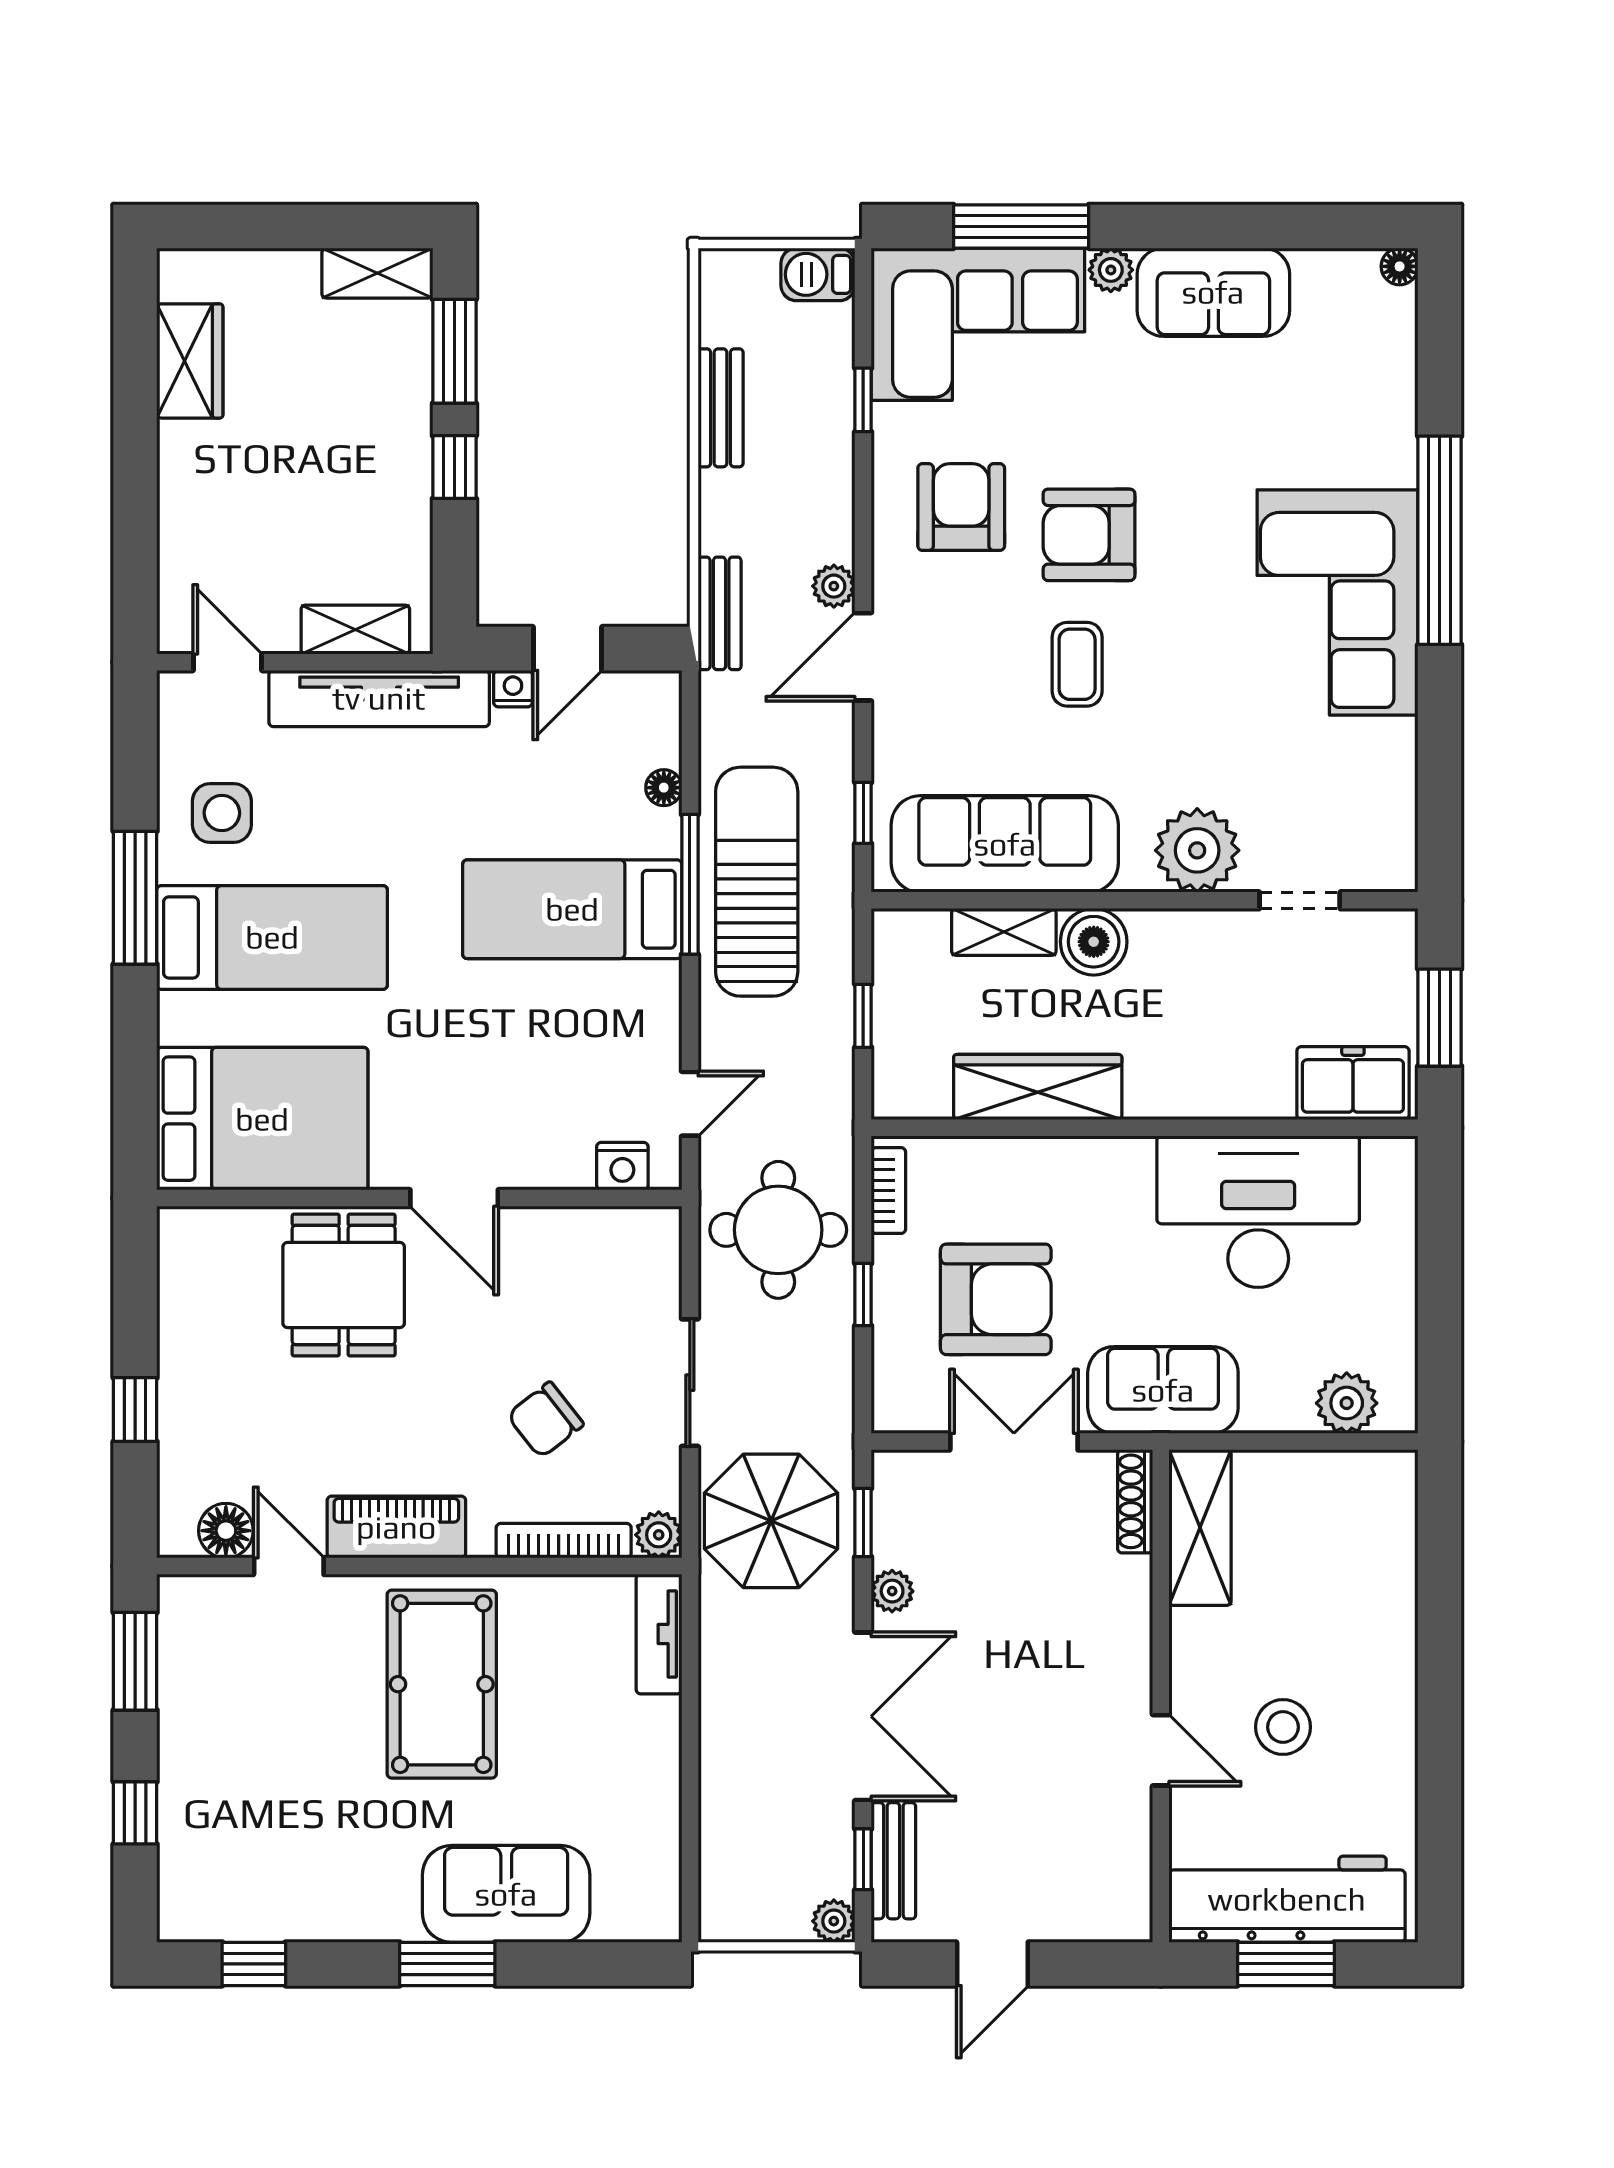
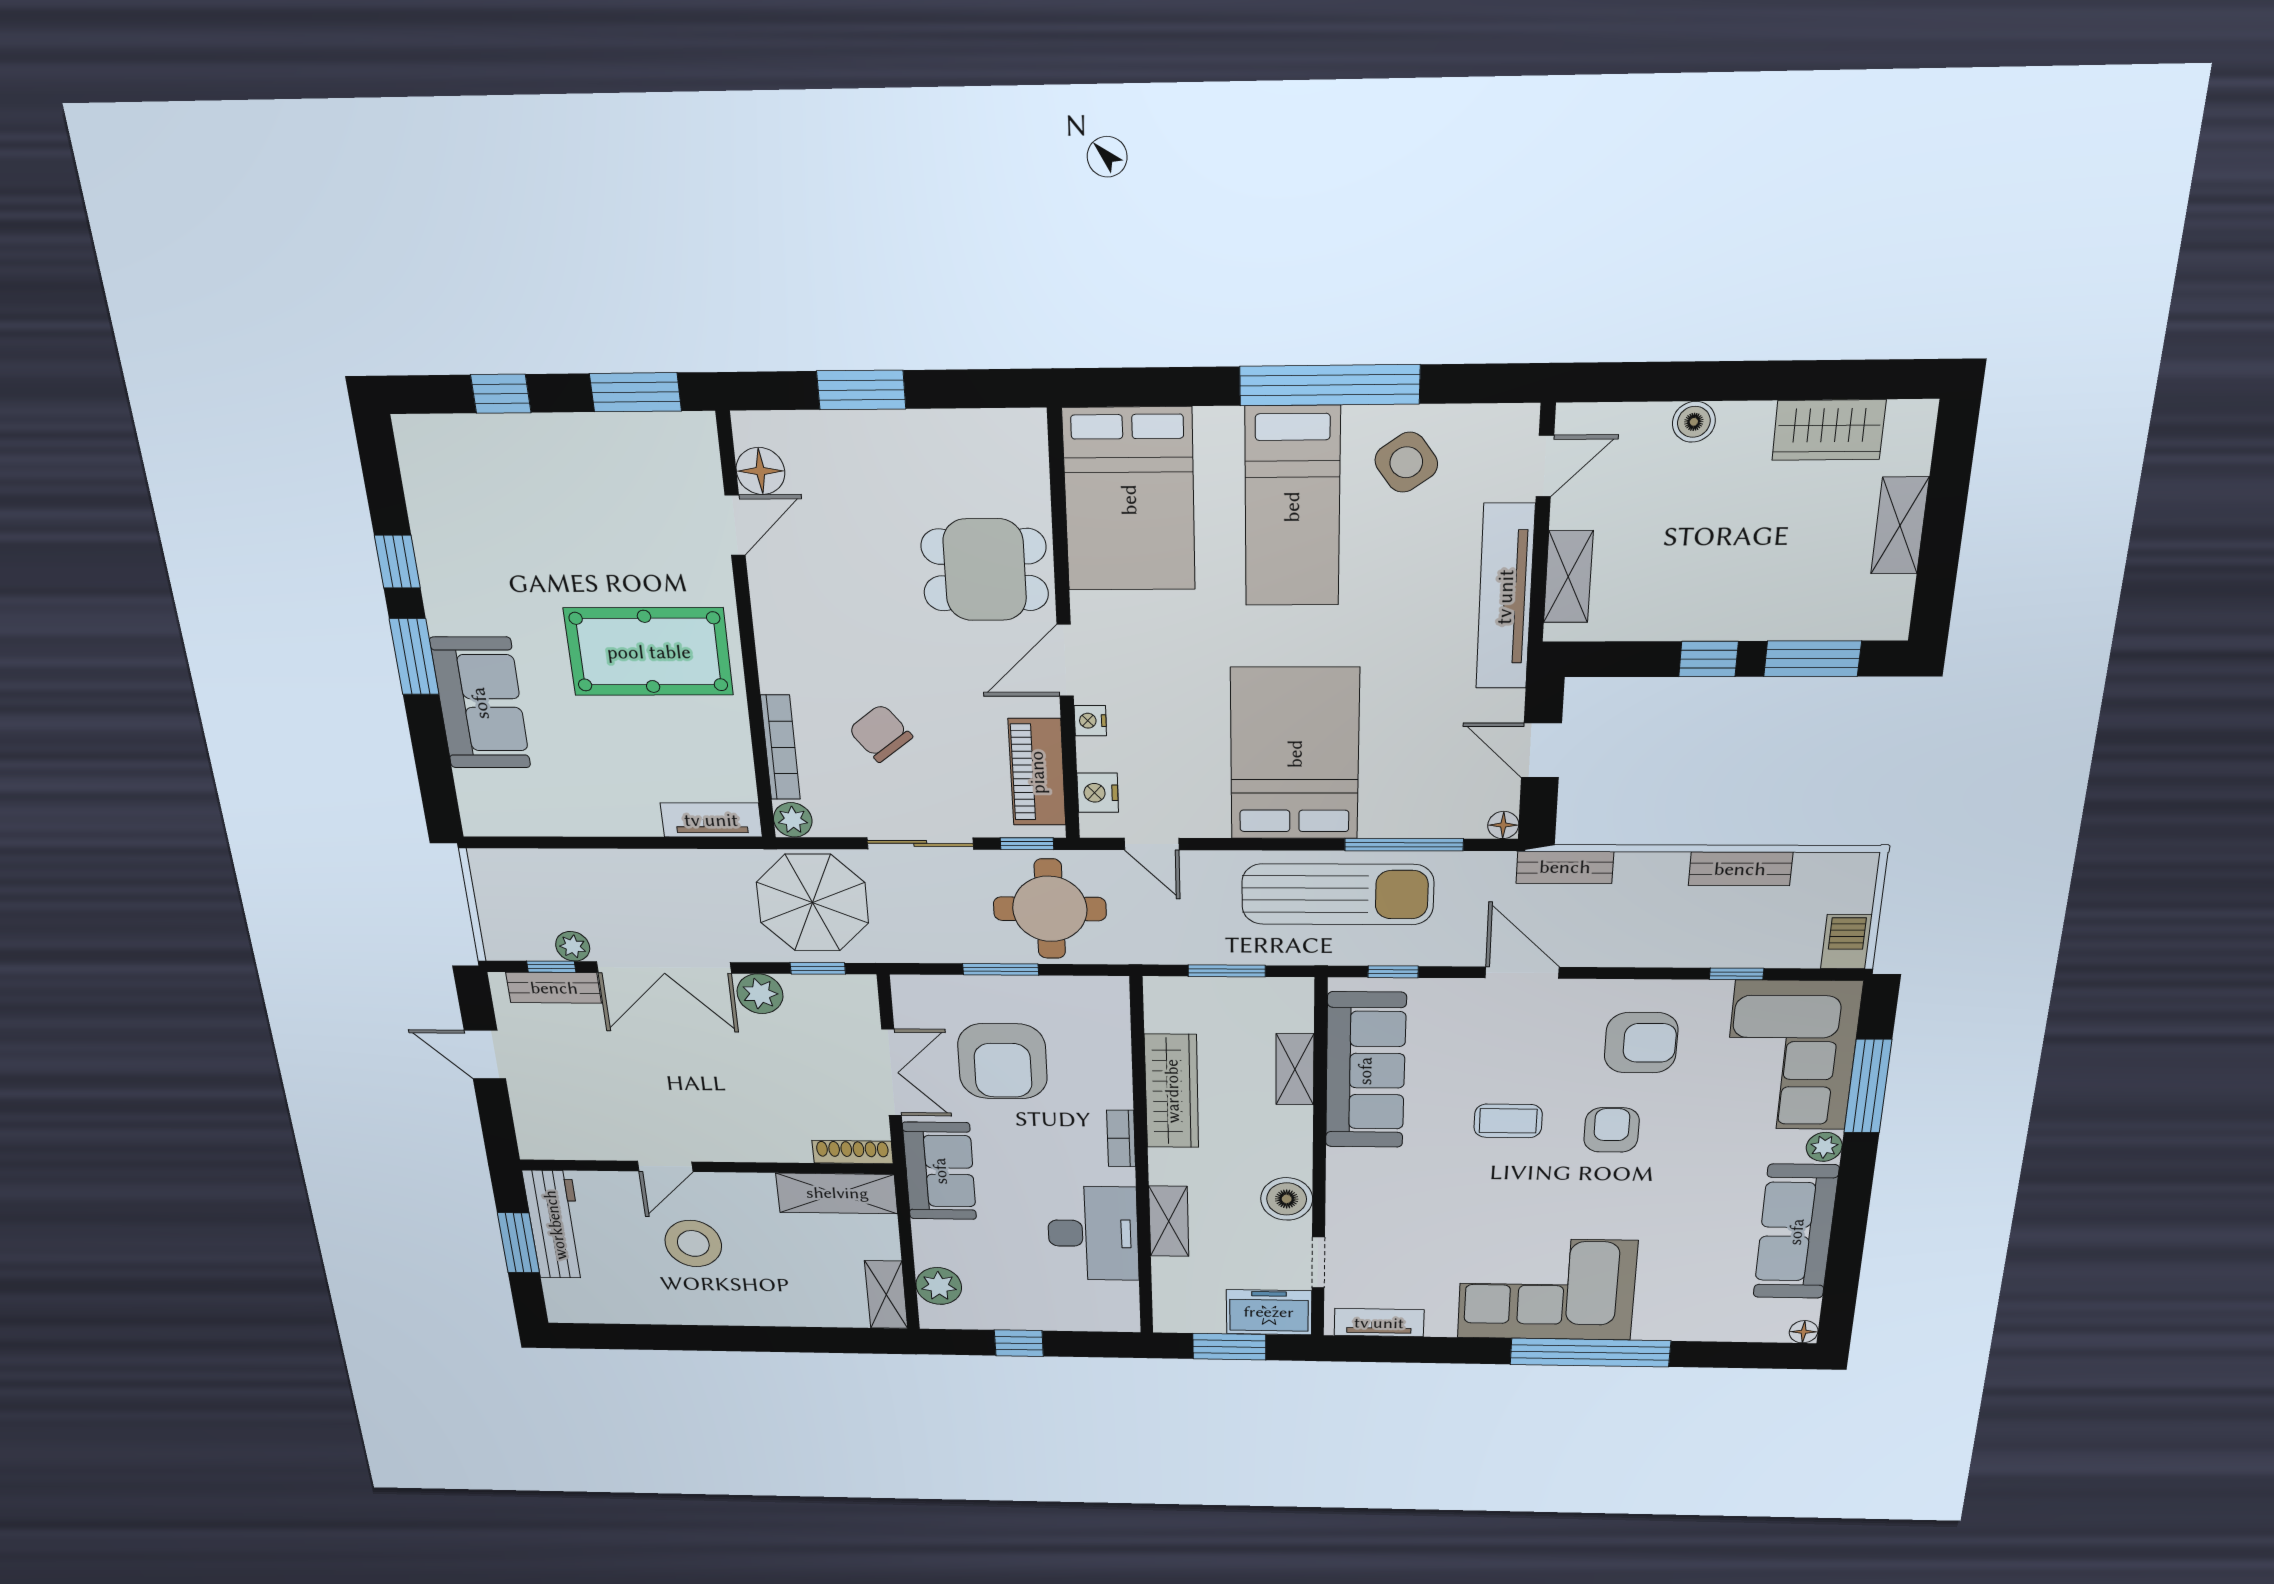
shelving: (377, 273) -> (1900, 526), moved
sofa: (1213, 292) -> (1796, 1232), width x1.36
boiler: (179, 505) -> (1694, 422), added
armchair: (1089, 535) -> (1612, 1130), width x0.72, depth x0.72
plant: (834, 586) -> (1582, 952), removed
nightstand: (513, 689) -> (1090, 721), moved, turned 180
floor lamp: (664, 788) -> (1503, 825), moved
side table: (222, 813) -> (1406, 462), turned -35
tv unit: (1396, 819) -> (1379, 1323), added
plant: (1197, 850) -> (1358, 1198), removed
window: (690, 884) -> (1404, 845), moved
window: (135, 898) -> (1330, 385), width x1.46
bed: (572, 909) -> (1295, 754), width x1.50
boiler: (1094, 942) -> (1287, 1199), moved
window: (863, 1016) -> (1227, 971), width x1.50
freezer: (1353, 1083) -> (1269, 1312), moved, turned -90
shelving: (1237, 1095) -> (1169, 1221), added
bookcase: (888, 1191) -> (1121, 1138), moved, turned 90
desk: (1258, 1212) -> (1093, 1233), width x0.73, depth x0.77
window: (690, 1254) -> (1027, 844), added
window: (863, 1295) -> (1001, 969), width x1.50
window: (1440, 1301) -> (1019, 1343), added
window: (135, 1410) -> (861, 390), width x1.50
shelving: (1362, 1475) -> (886, 1295), added
piano: (396, 1527) -> (1037, 772), moved, turned 180
plant: (892, 1591) -> (760, 994), width x1.38, depth x1.38
stool: (1283, 1727) -> (693, 1243), width x1.38, depth x1.38
workbench: (1287, 1899) -> (555, 1225), width x0.73, depth x0.76
plant: (834, 1921) -> (573, 946), moved
window: (254, 1964) -> (397, 562), moved

